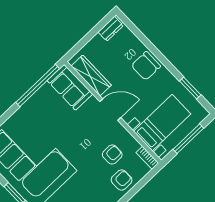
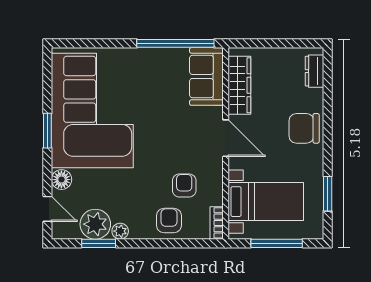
dresser: (111, 29) -> (314, 71), moved, turned 90
armchair: (112, 155) -> (184, 186), turned -90
armchair: (122, 180) -> (169, 221), turned -90

